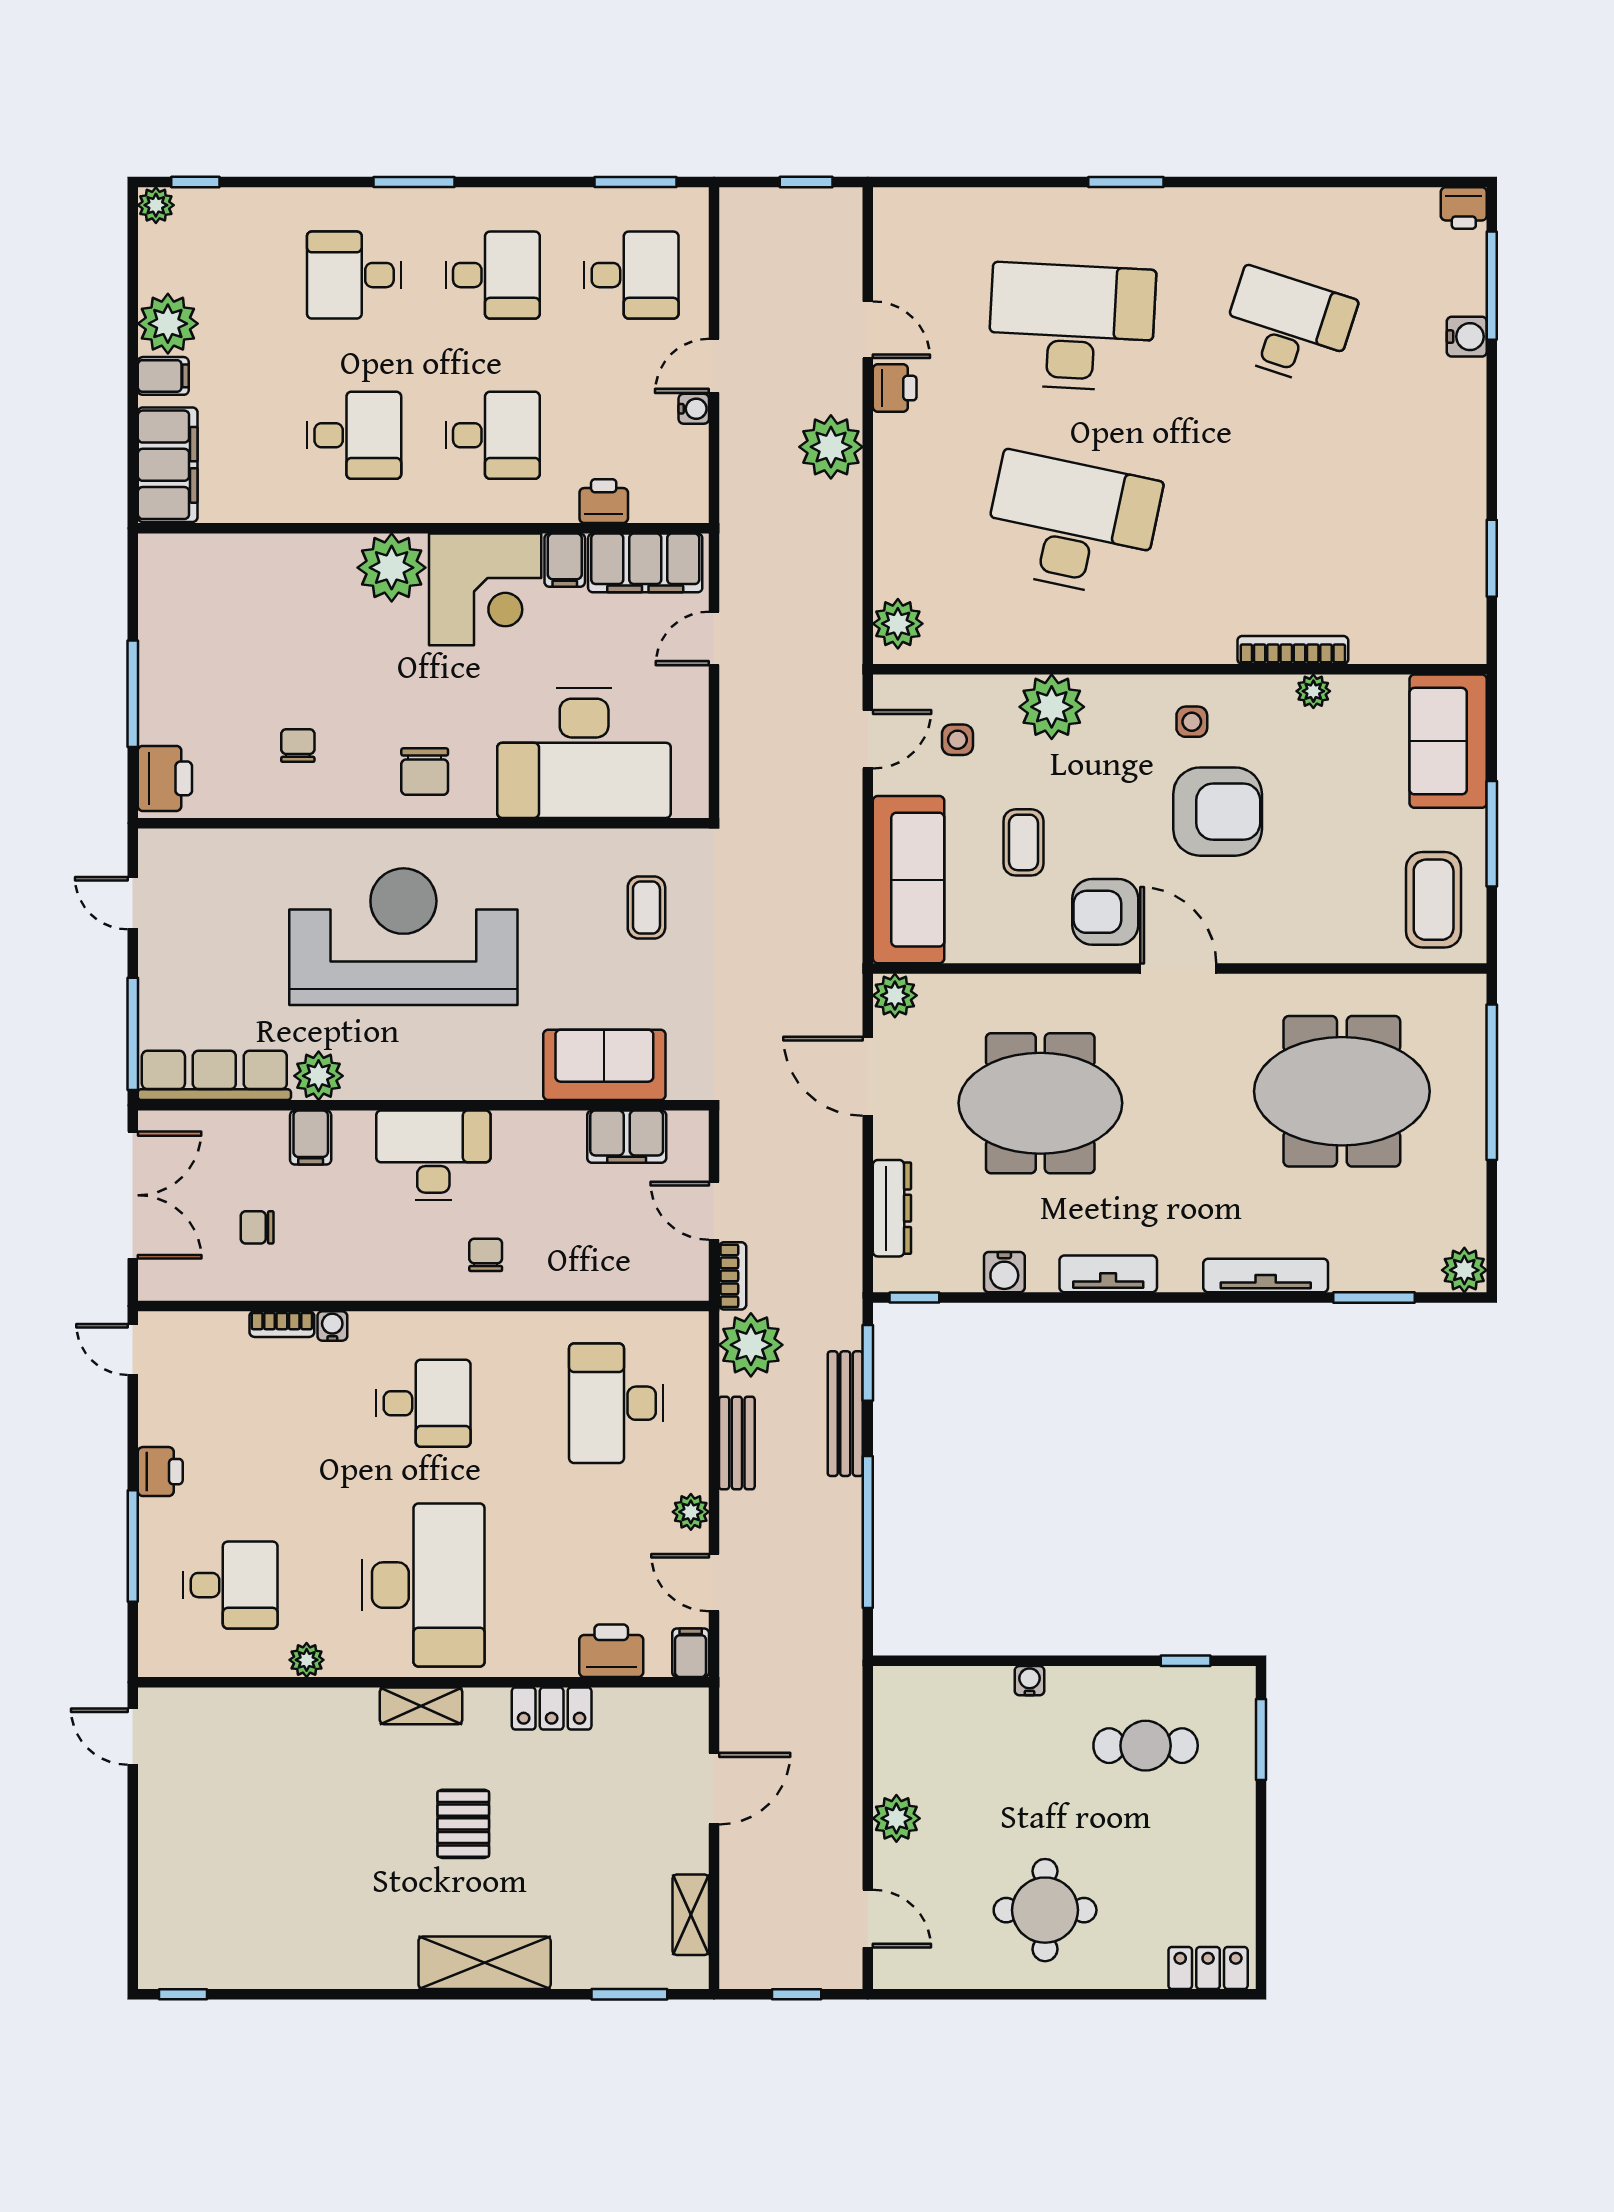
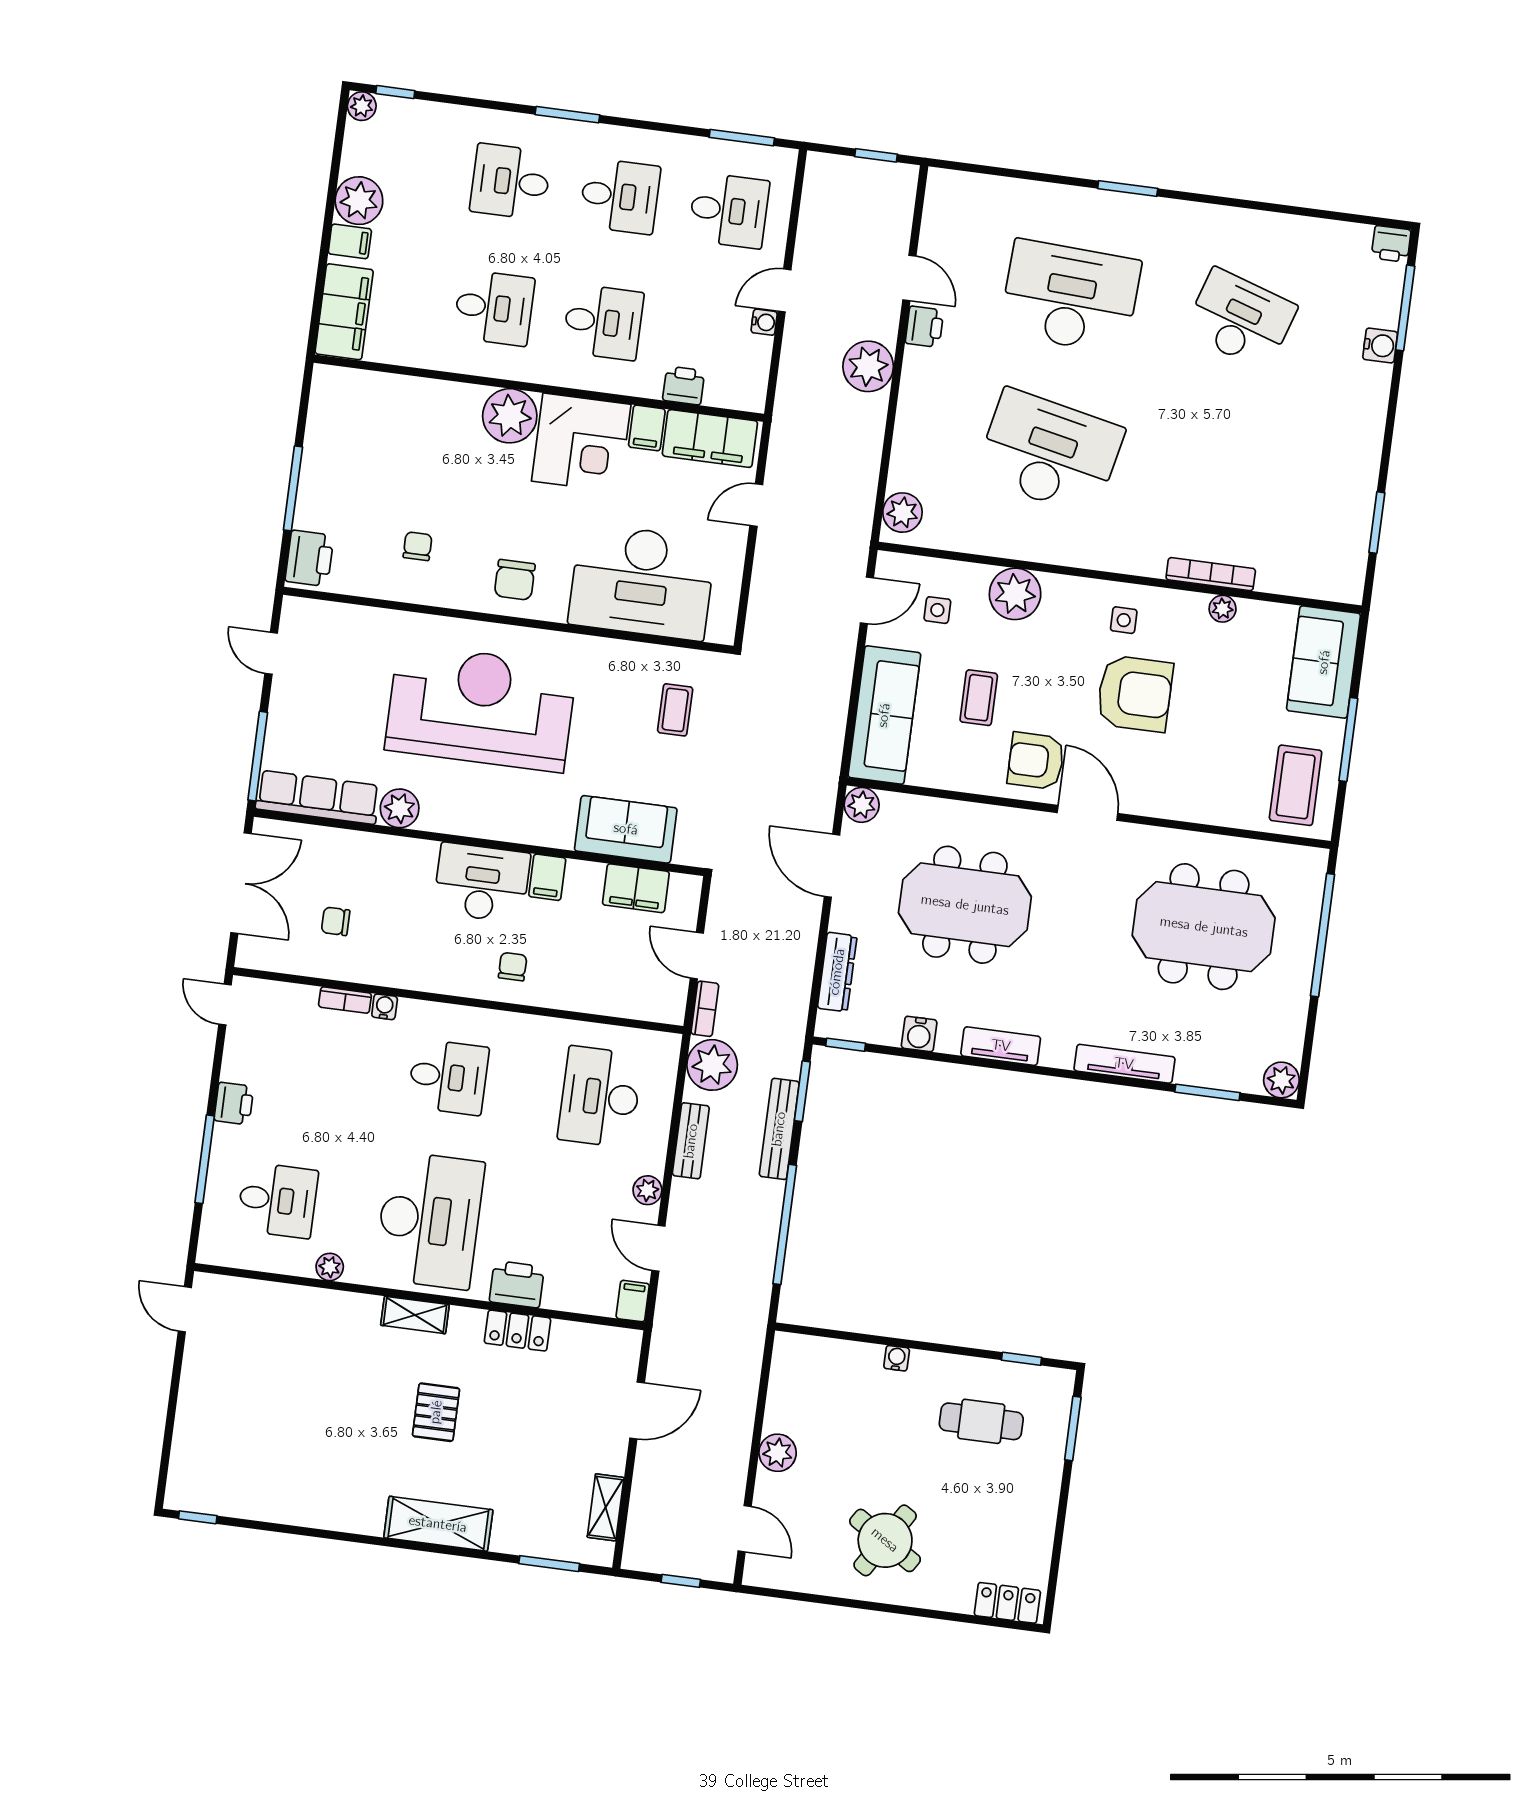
filing cabinet: (311, 1138) -> (547, 877), moved
printer: (611, 1651) -> (517, 1284), moved
round table: (1045, 1910) -> (885, 1540), turned 32

